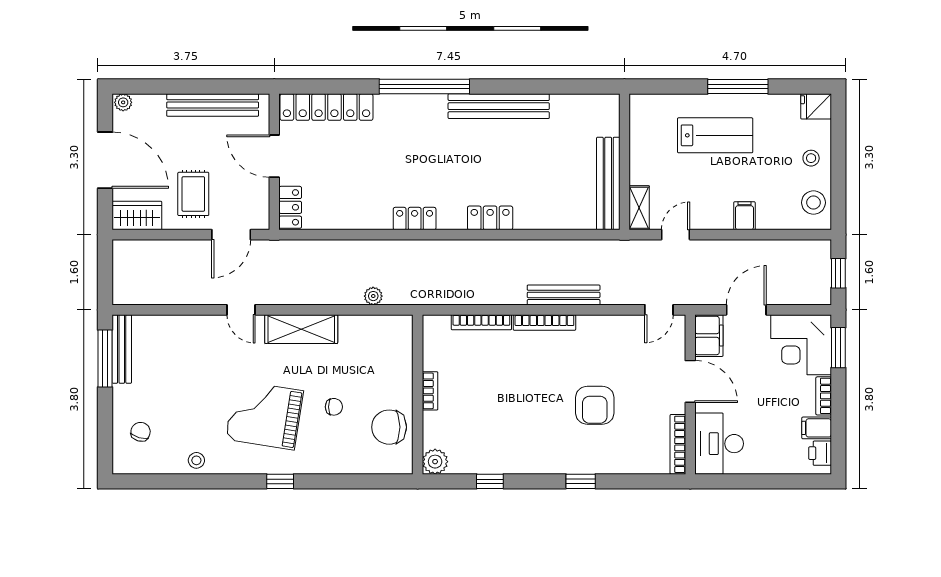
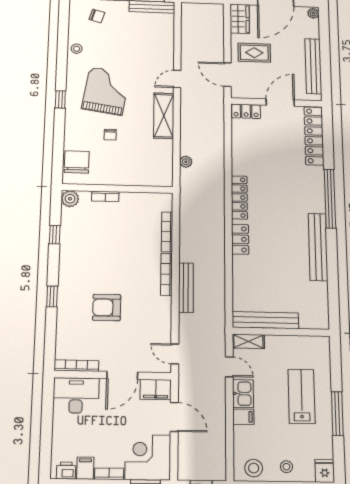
lab bench: (715, 135) -> (302, 396), turned 180
kitchen sink: (713, 216) -> (243, 394), added
locker: (415, 219) -> (239, 197), width x1.53
bookcase: (430, 391) -> (105, 196), moved
chair: (389, 427) -> (77, 162), moved

